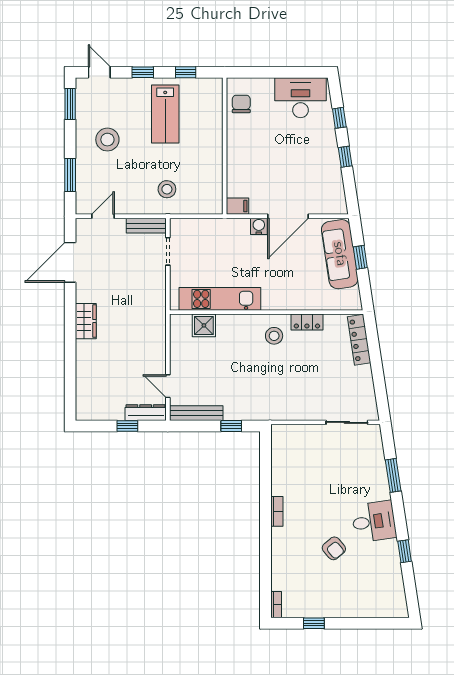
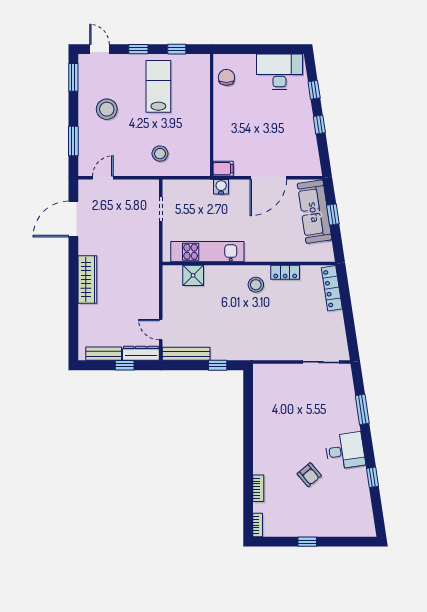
lab bench: (165, 114) -> (158, 86), turned 180
bench: (146, 226) -> (104, 354), moved
water cooler: (259, 226) -> (221, 187), moved
wardrobe: (86, 321) -> (87, 279), width x1.50
bookcase: (277, 511) -> (258, 488), moved
window: (314, 623) -> (307, 542), moved

